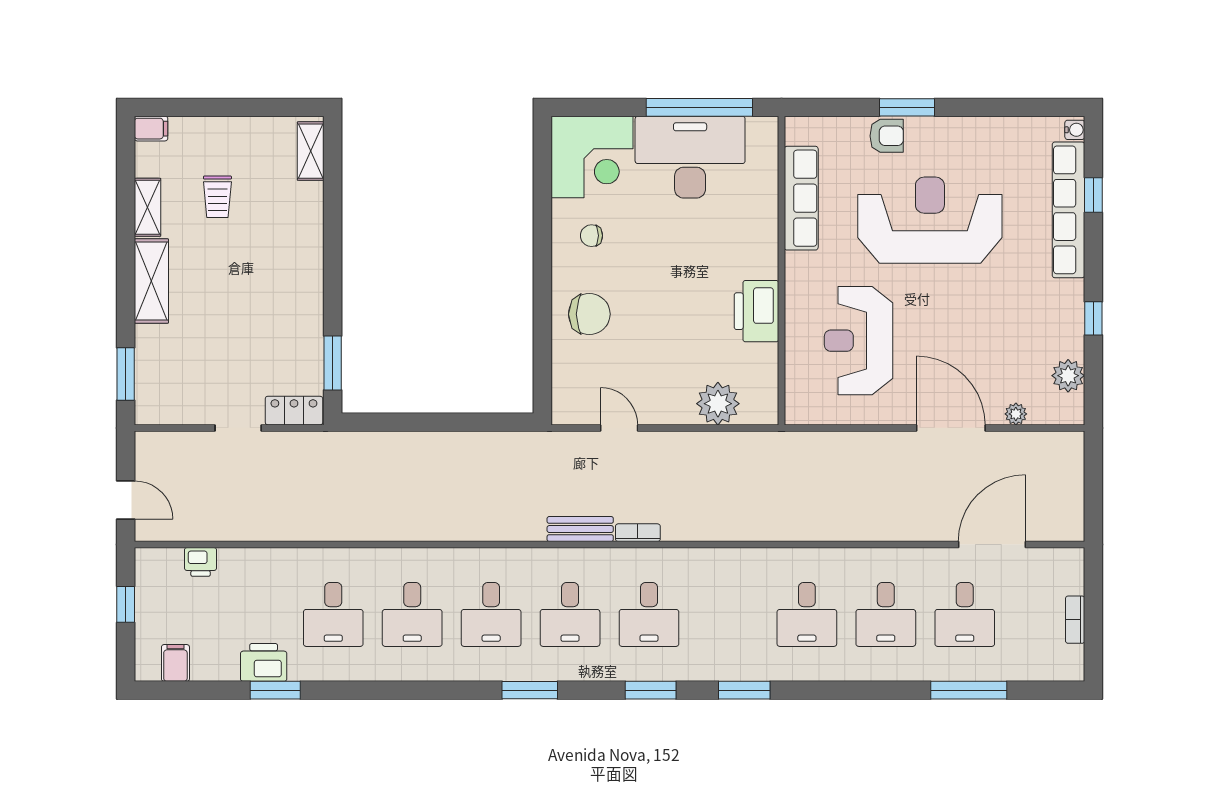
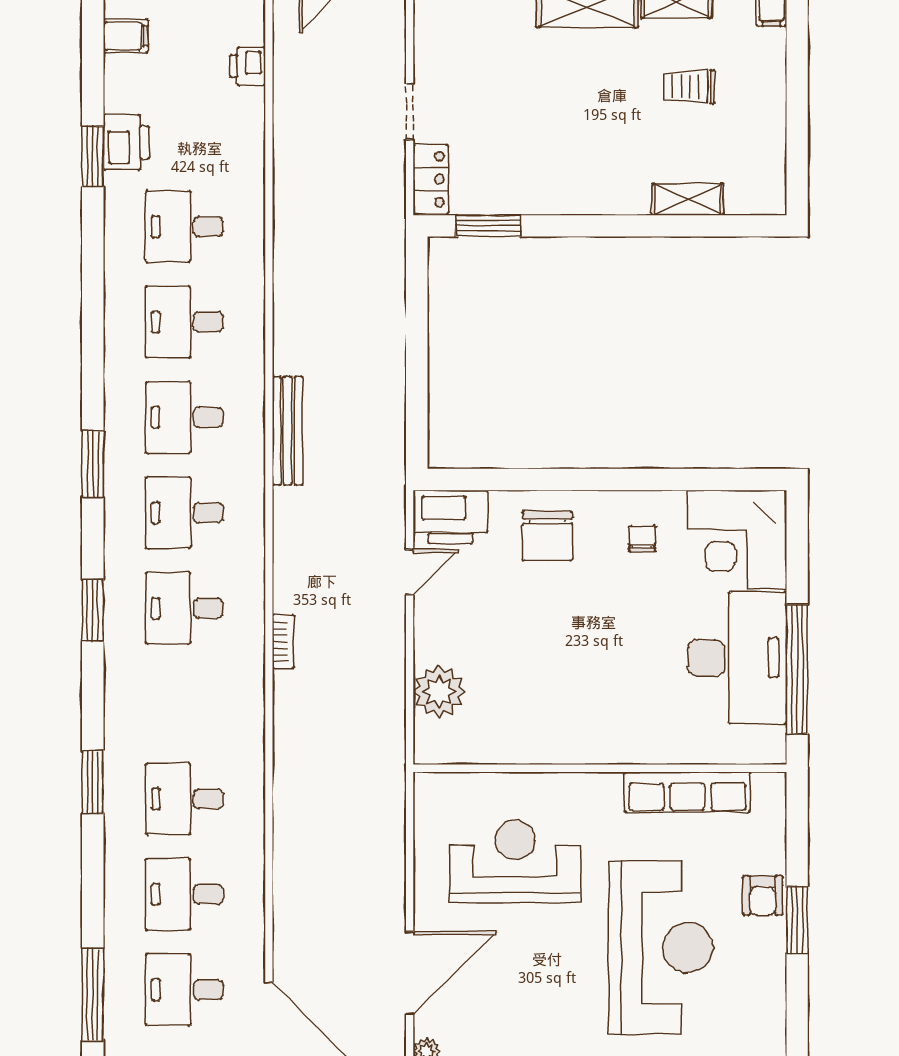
shelving: (311, 151) -> (688, 199), moved
printer: (756, 311) -> (451, 517), moved, turned 180
bench: (580, 529) -> (288, 431), moved, width x1.36
bookcase: (638, 533) -> (283, 641), moved
window: (744, 690) -> (93, 782), moved

